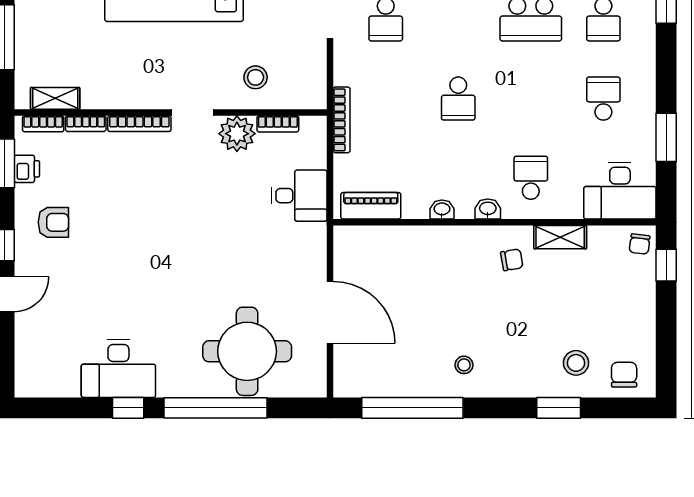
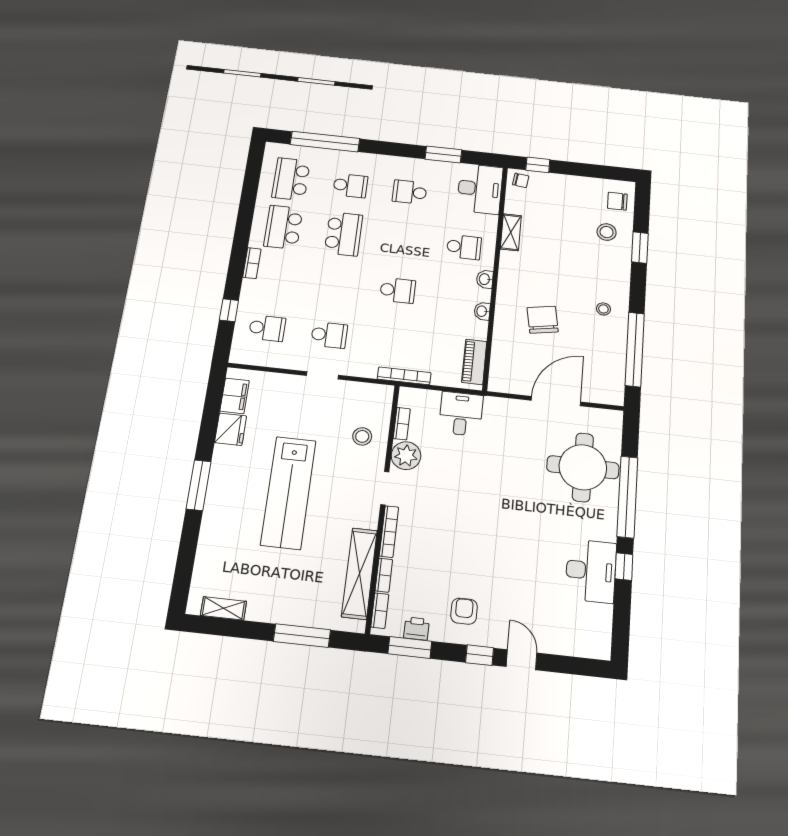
shelving: (55, 98) -> (359, 573), width x2.20, depth x1.33
school desk: (531, 178) -> (464, 247), turned 180
chair: (512, 260) -> (543, 320), moved, width x1.87, depth x1.87

